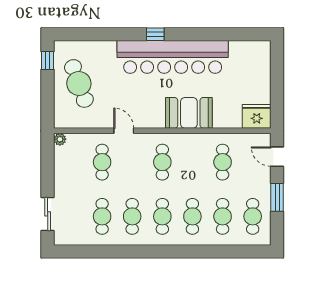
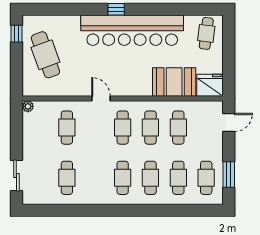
cafe table: (253, 60) -> (206, 33), added
booth: (189, 113) -> (174, 82), moved
door: (124, 131) -> (101, 99), moved
door: (277, 157) -> (229, 122), swing flipped
window: (277, 197) -> (229, 175), moved
cafe table: (132, 216) -> (150, 128), moved

